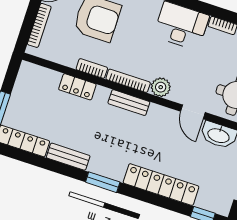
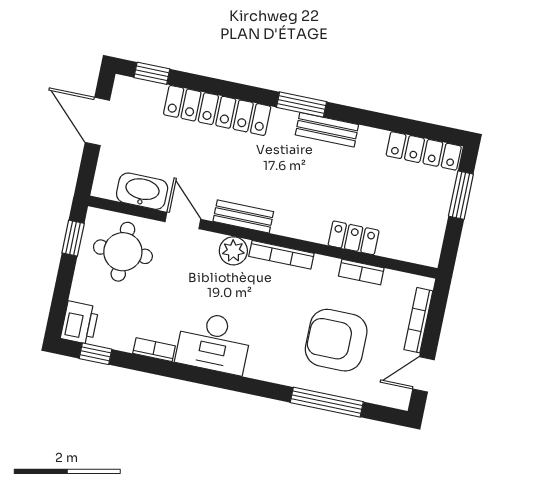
bookcase: (92, 68) -> (361, 272), moved
bench: (129, 103) -> (243, 216), moved
bench: (68, 157) -> (327, 130), moved

